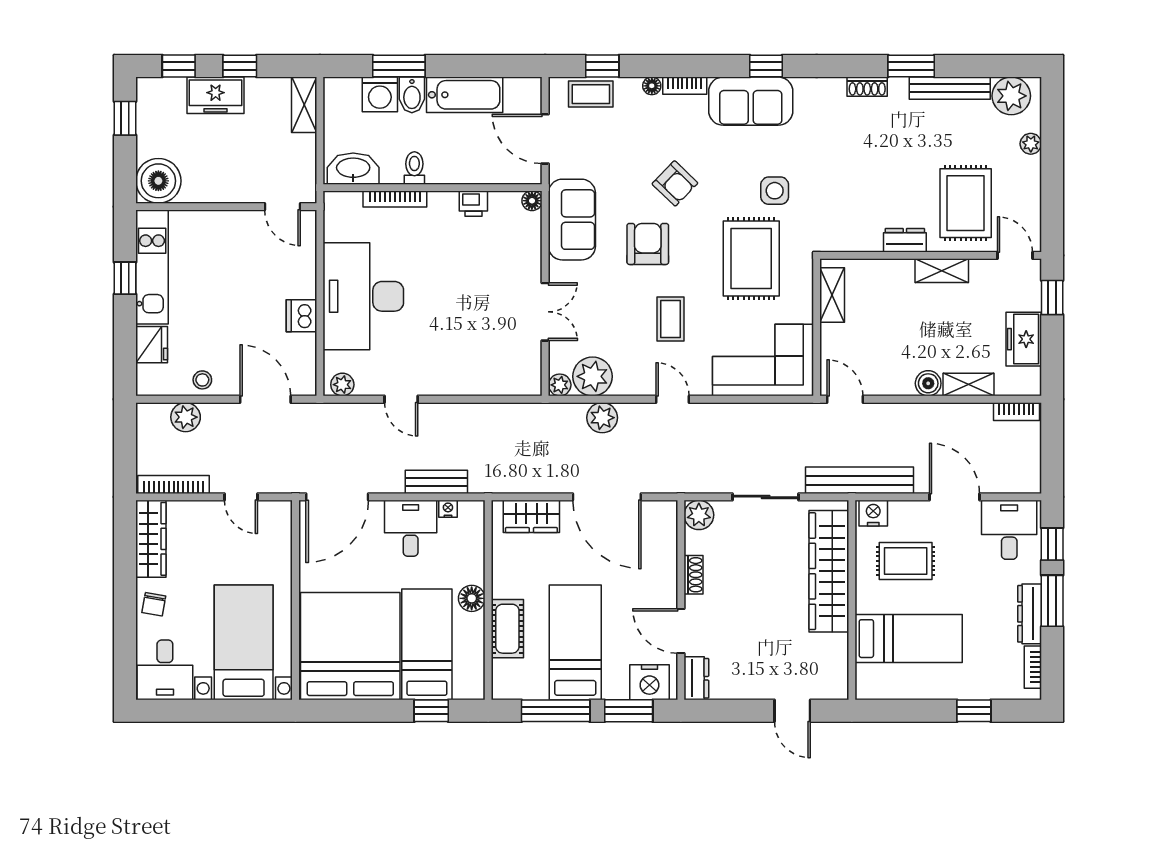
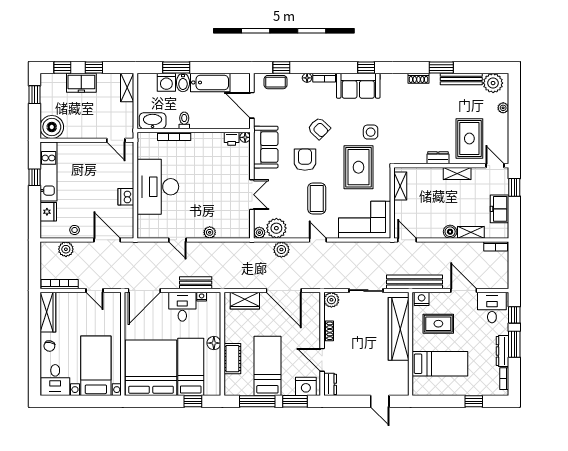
printer: (473, 204) -> (232, 139), moved
coffee table: (671, 319) -> (317, 198), width x1.36, depth x1.30
plant: (342, 385) -> (210, 232), moved

